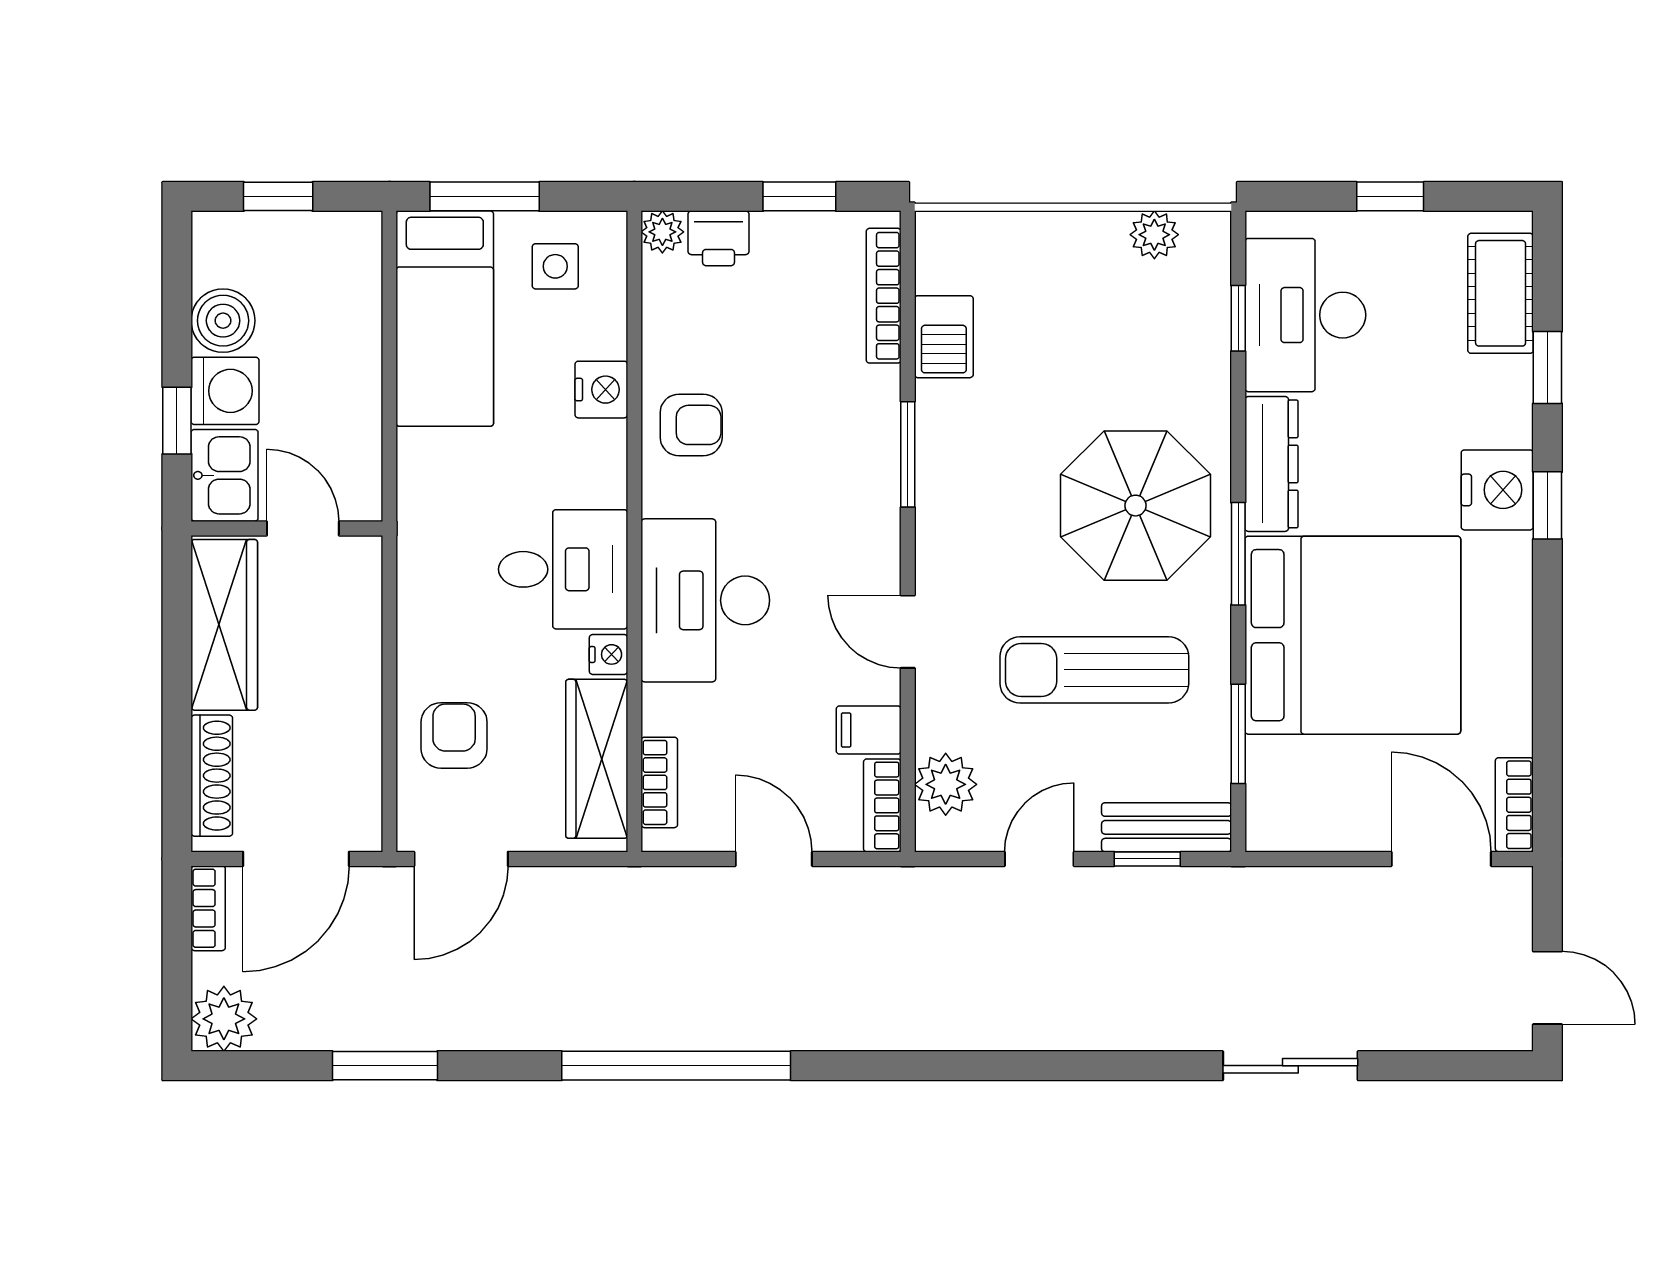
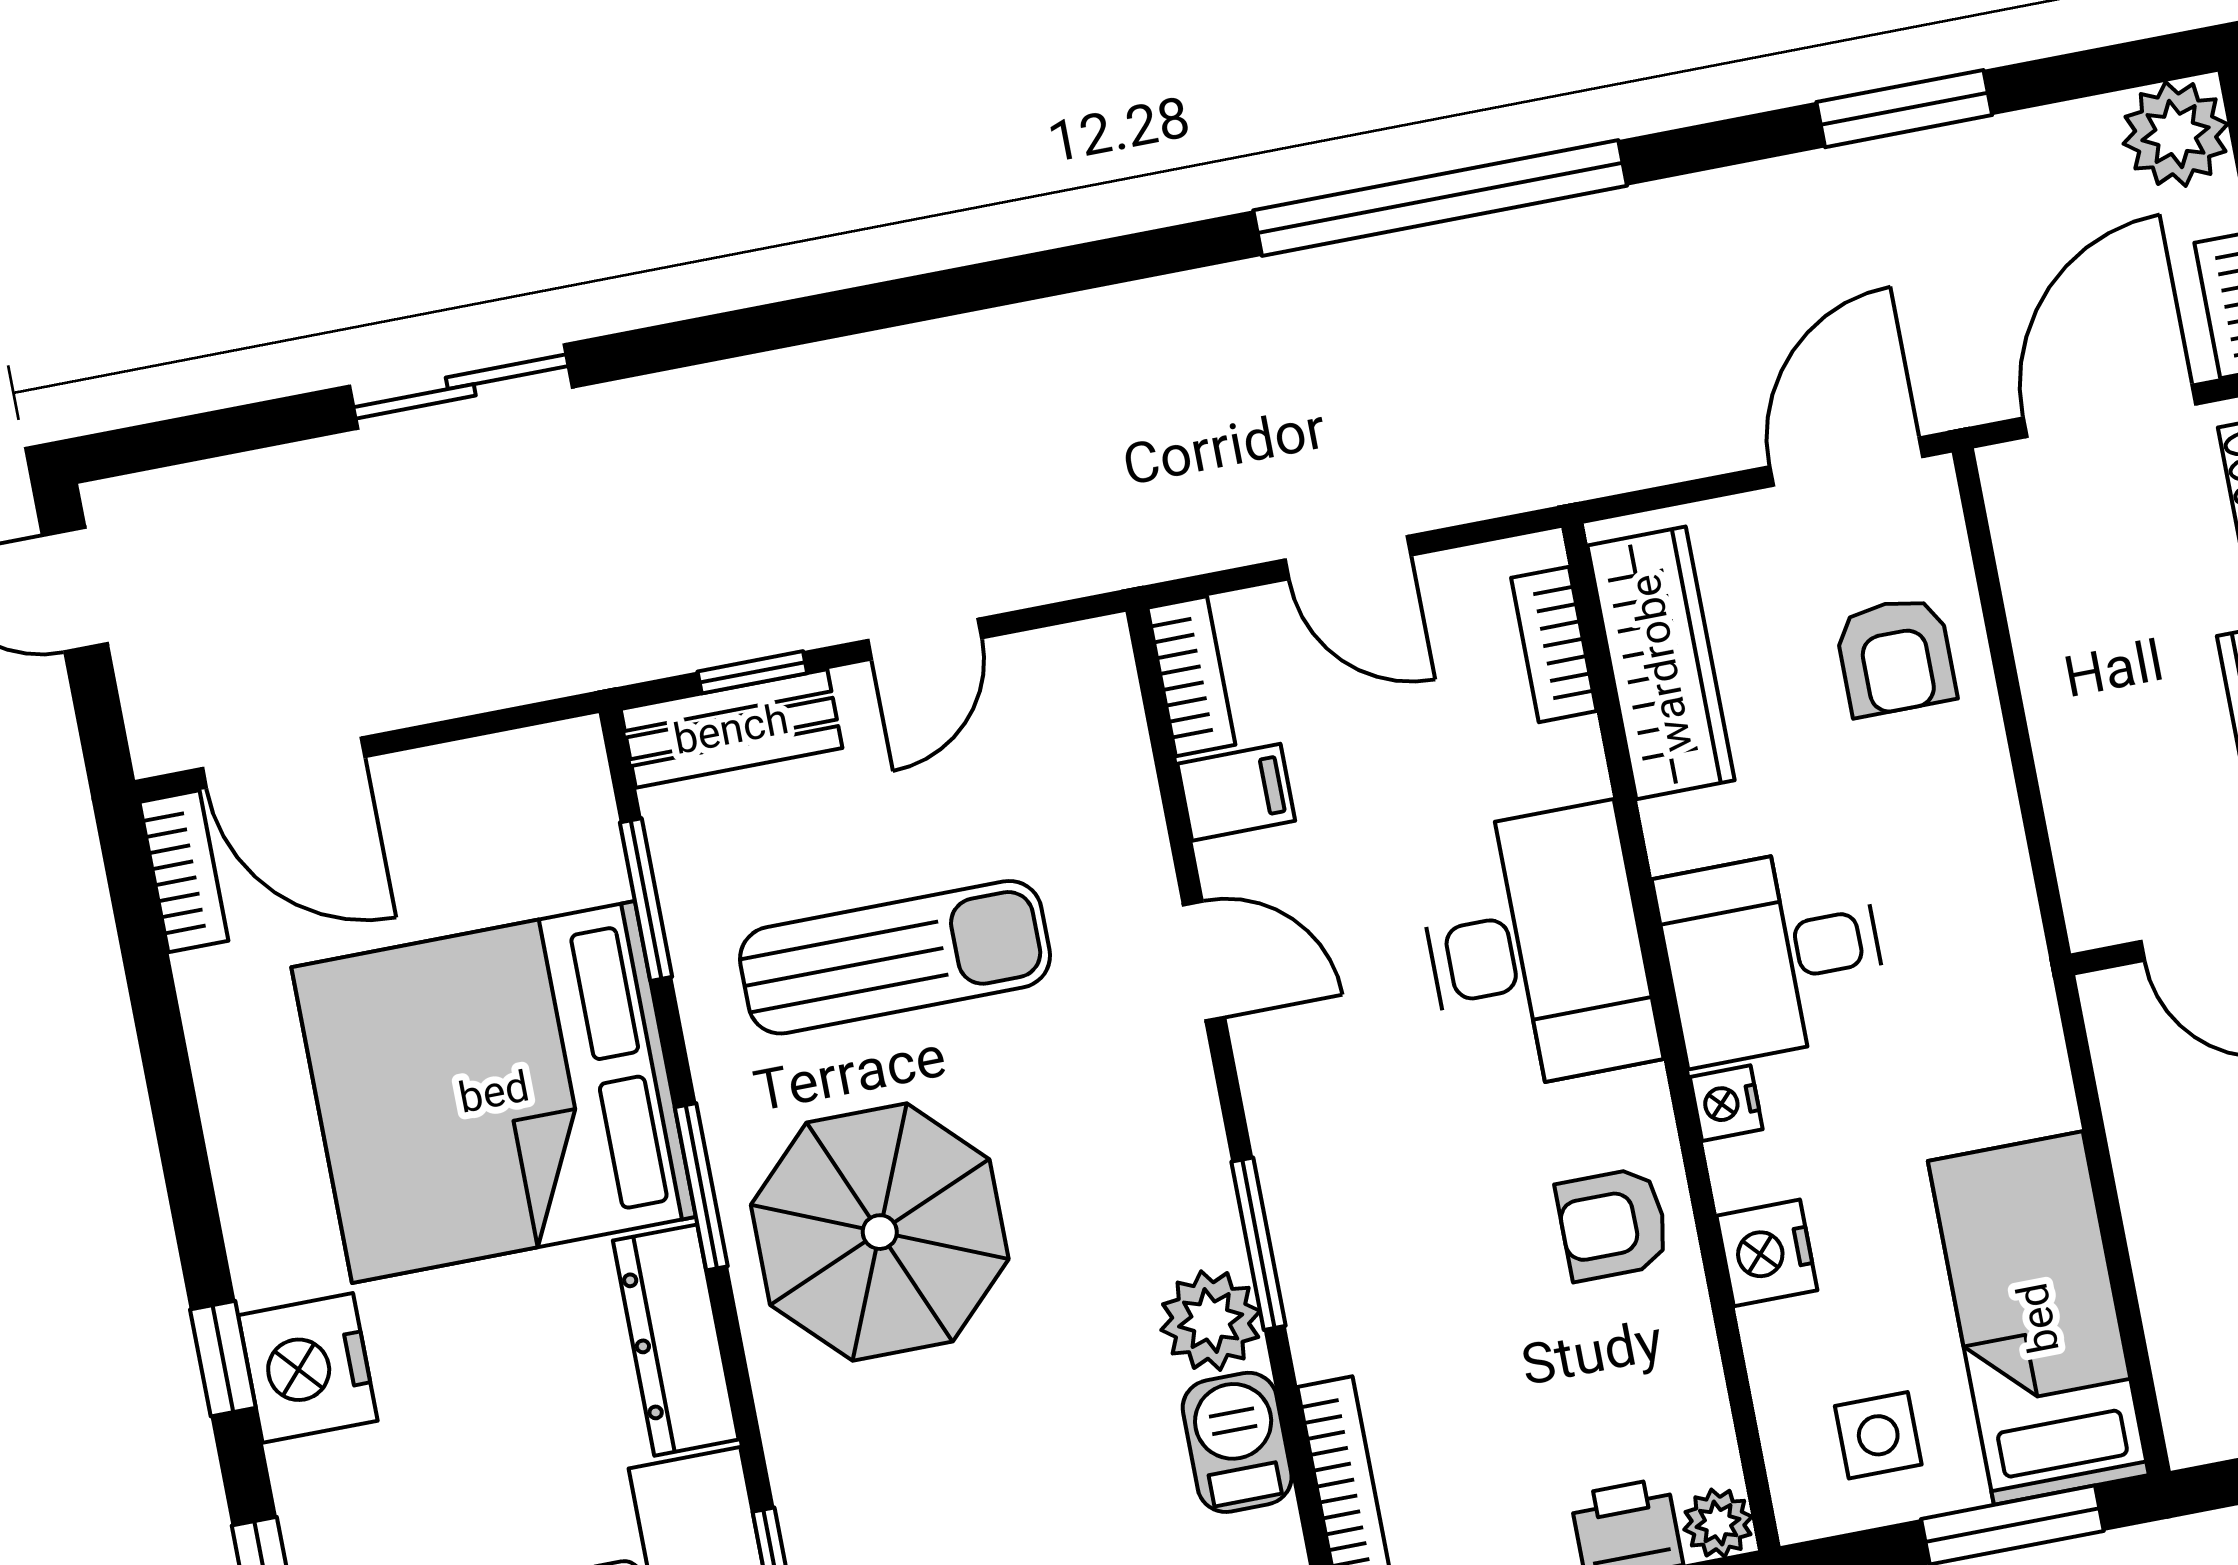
nightstand: (608, 654) -> (1726, 1103), moved
plant: (946, 784) -> (1211, 1321), moved

